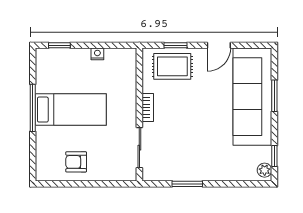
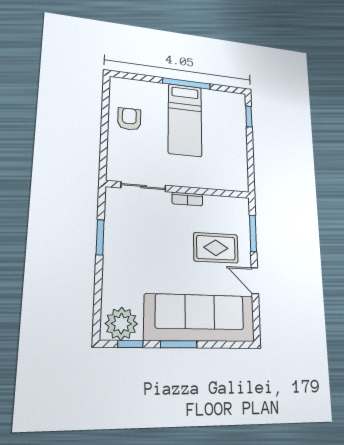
window: (176, 45) -> (253, 233), width x1.50
nightstand: (97, 54) -> (242, 152), removed
rug: (172, 66) -> (216, 248), moved, turned 90
window: (274, 96) -> (179, 344), moved
plant: (265, 170) -> (121, 324), width x1.88, depth x1.88

